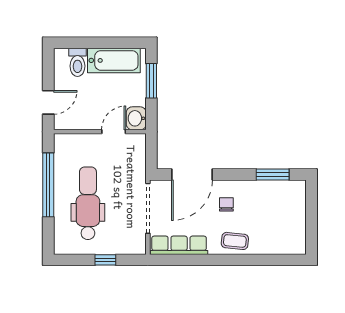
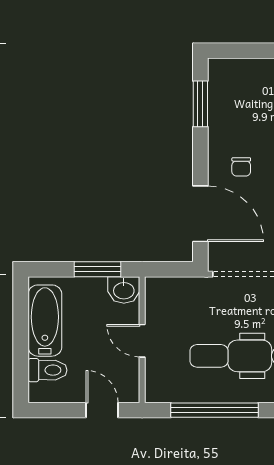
window: (151, 81) -> (97, 269), moved
door: (114, 132) -> (142, 341), moved
chair: (226, 204) -> (241, 167), turned -90

